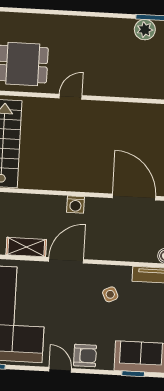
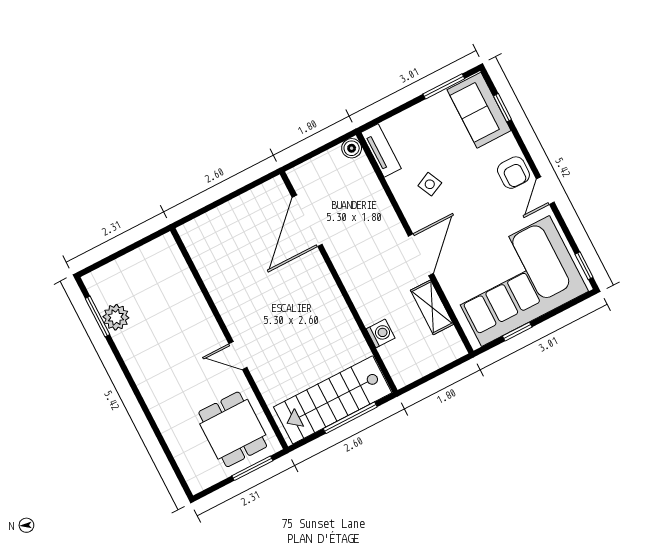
washing machine: (75, 205) -> (381, 333), moved
door: (66, 260) -> (421, 255), swing flipped
armchair: (85, 356) -> (513, 173), turned 180

